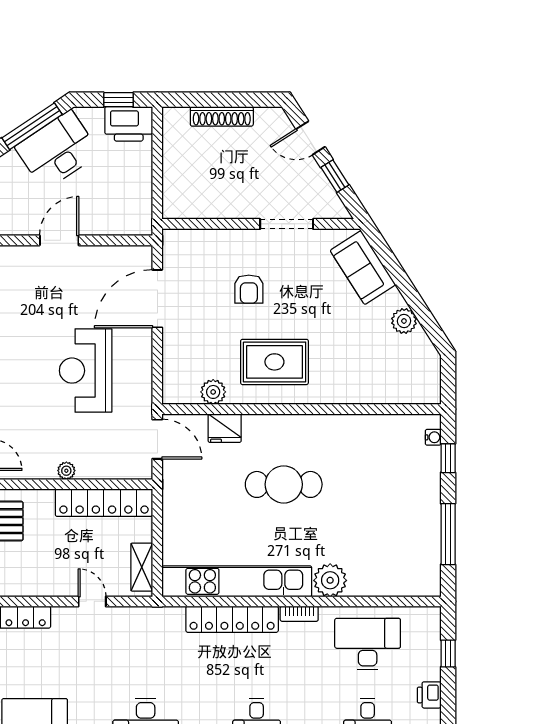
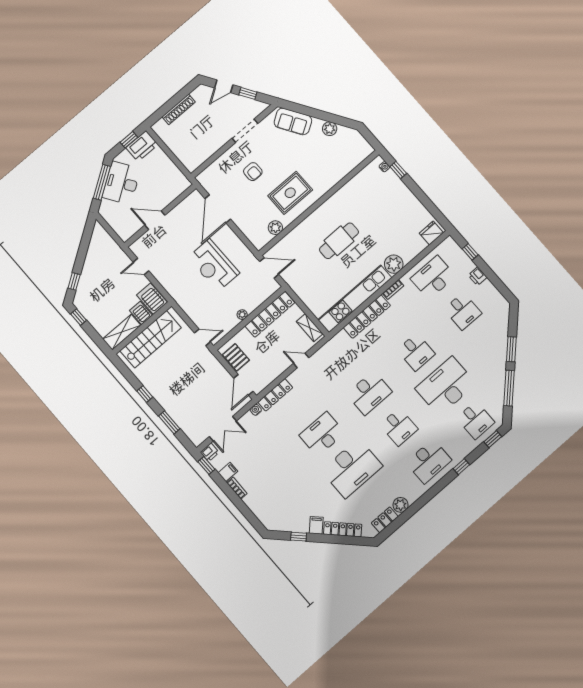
door: (59, 240) -> (155, 220), hinge flipped
fridge: (225, 428) -> (431, 233), moved, turned 180
window: (448, 534) -> (426, 202), removed

